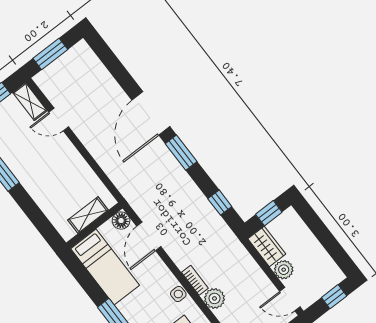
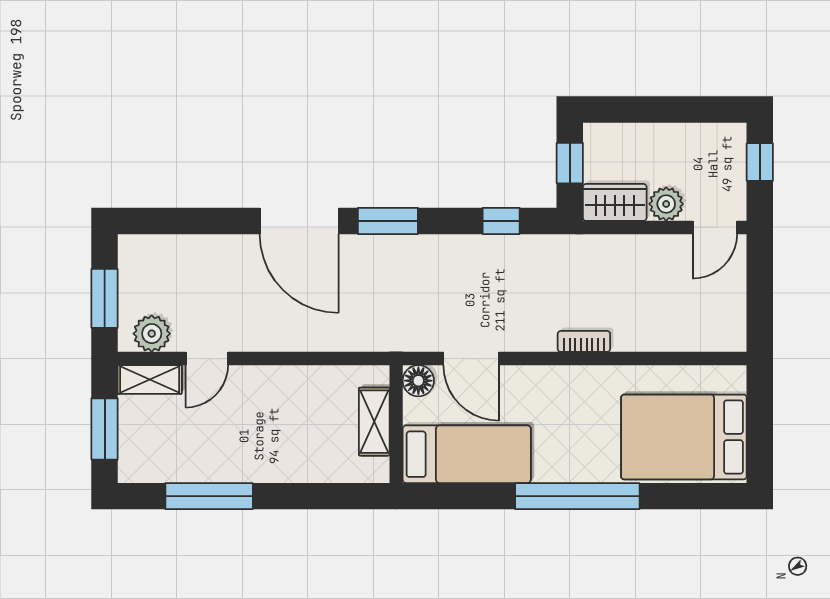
side table: (178, 294) -> (585, 380), removed
plant: (215, 298) -> (152, 334), moved

